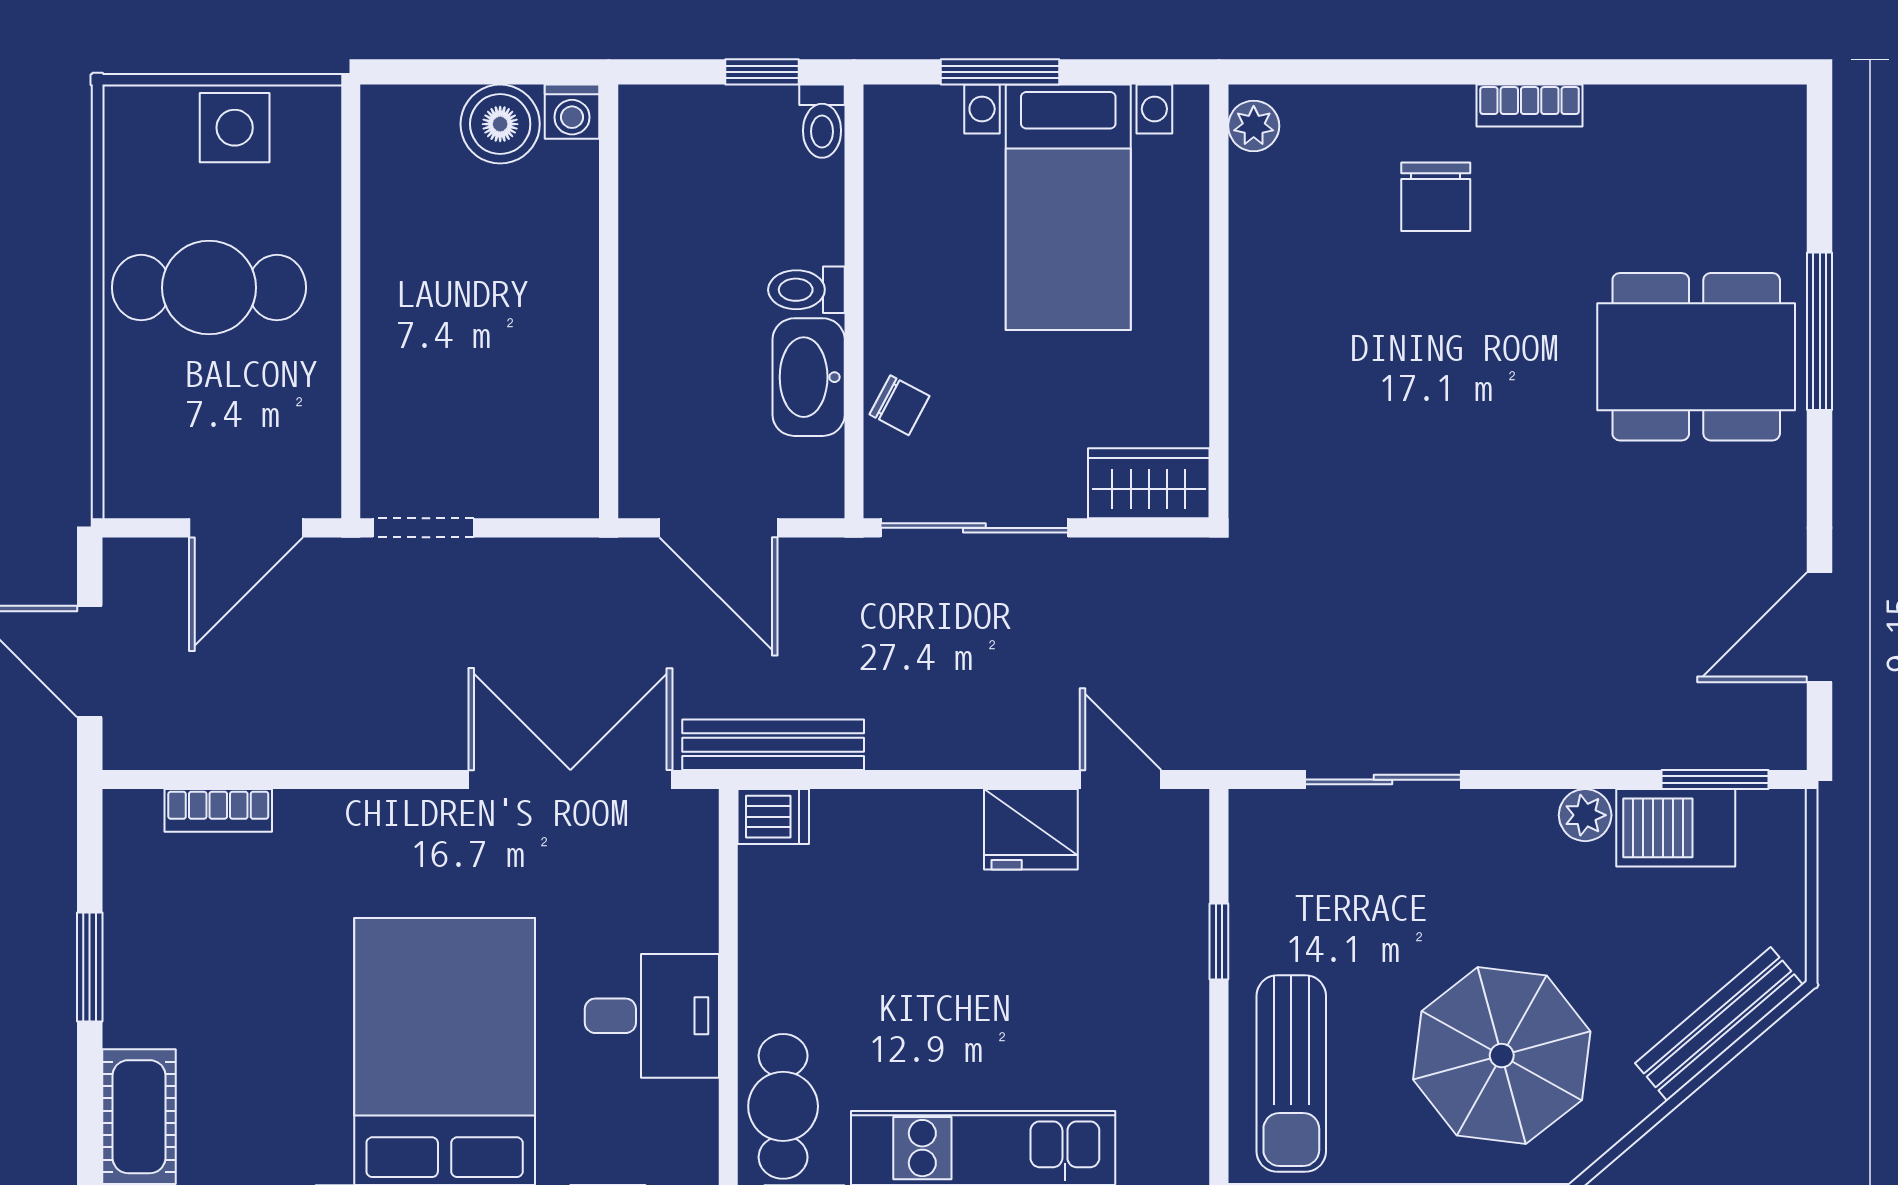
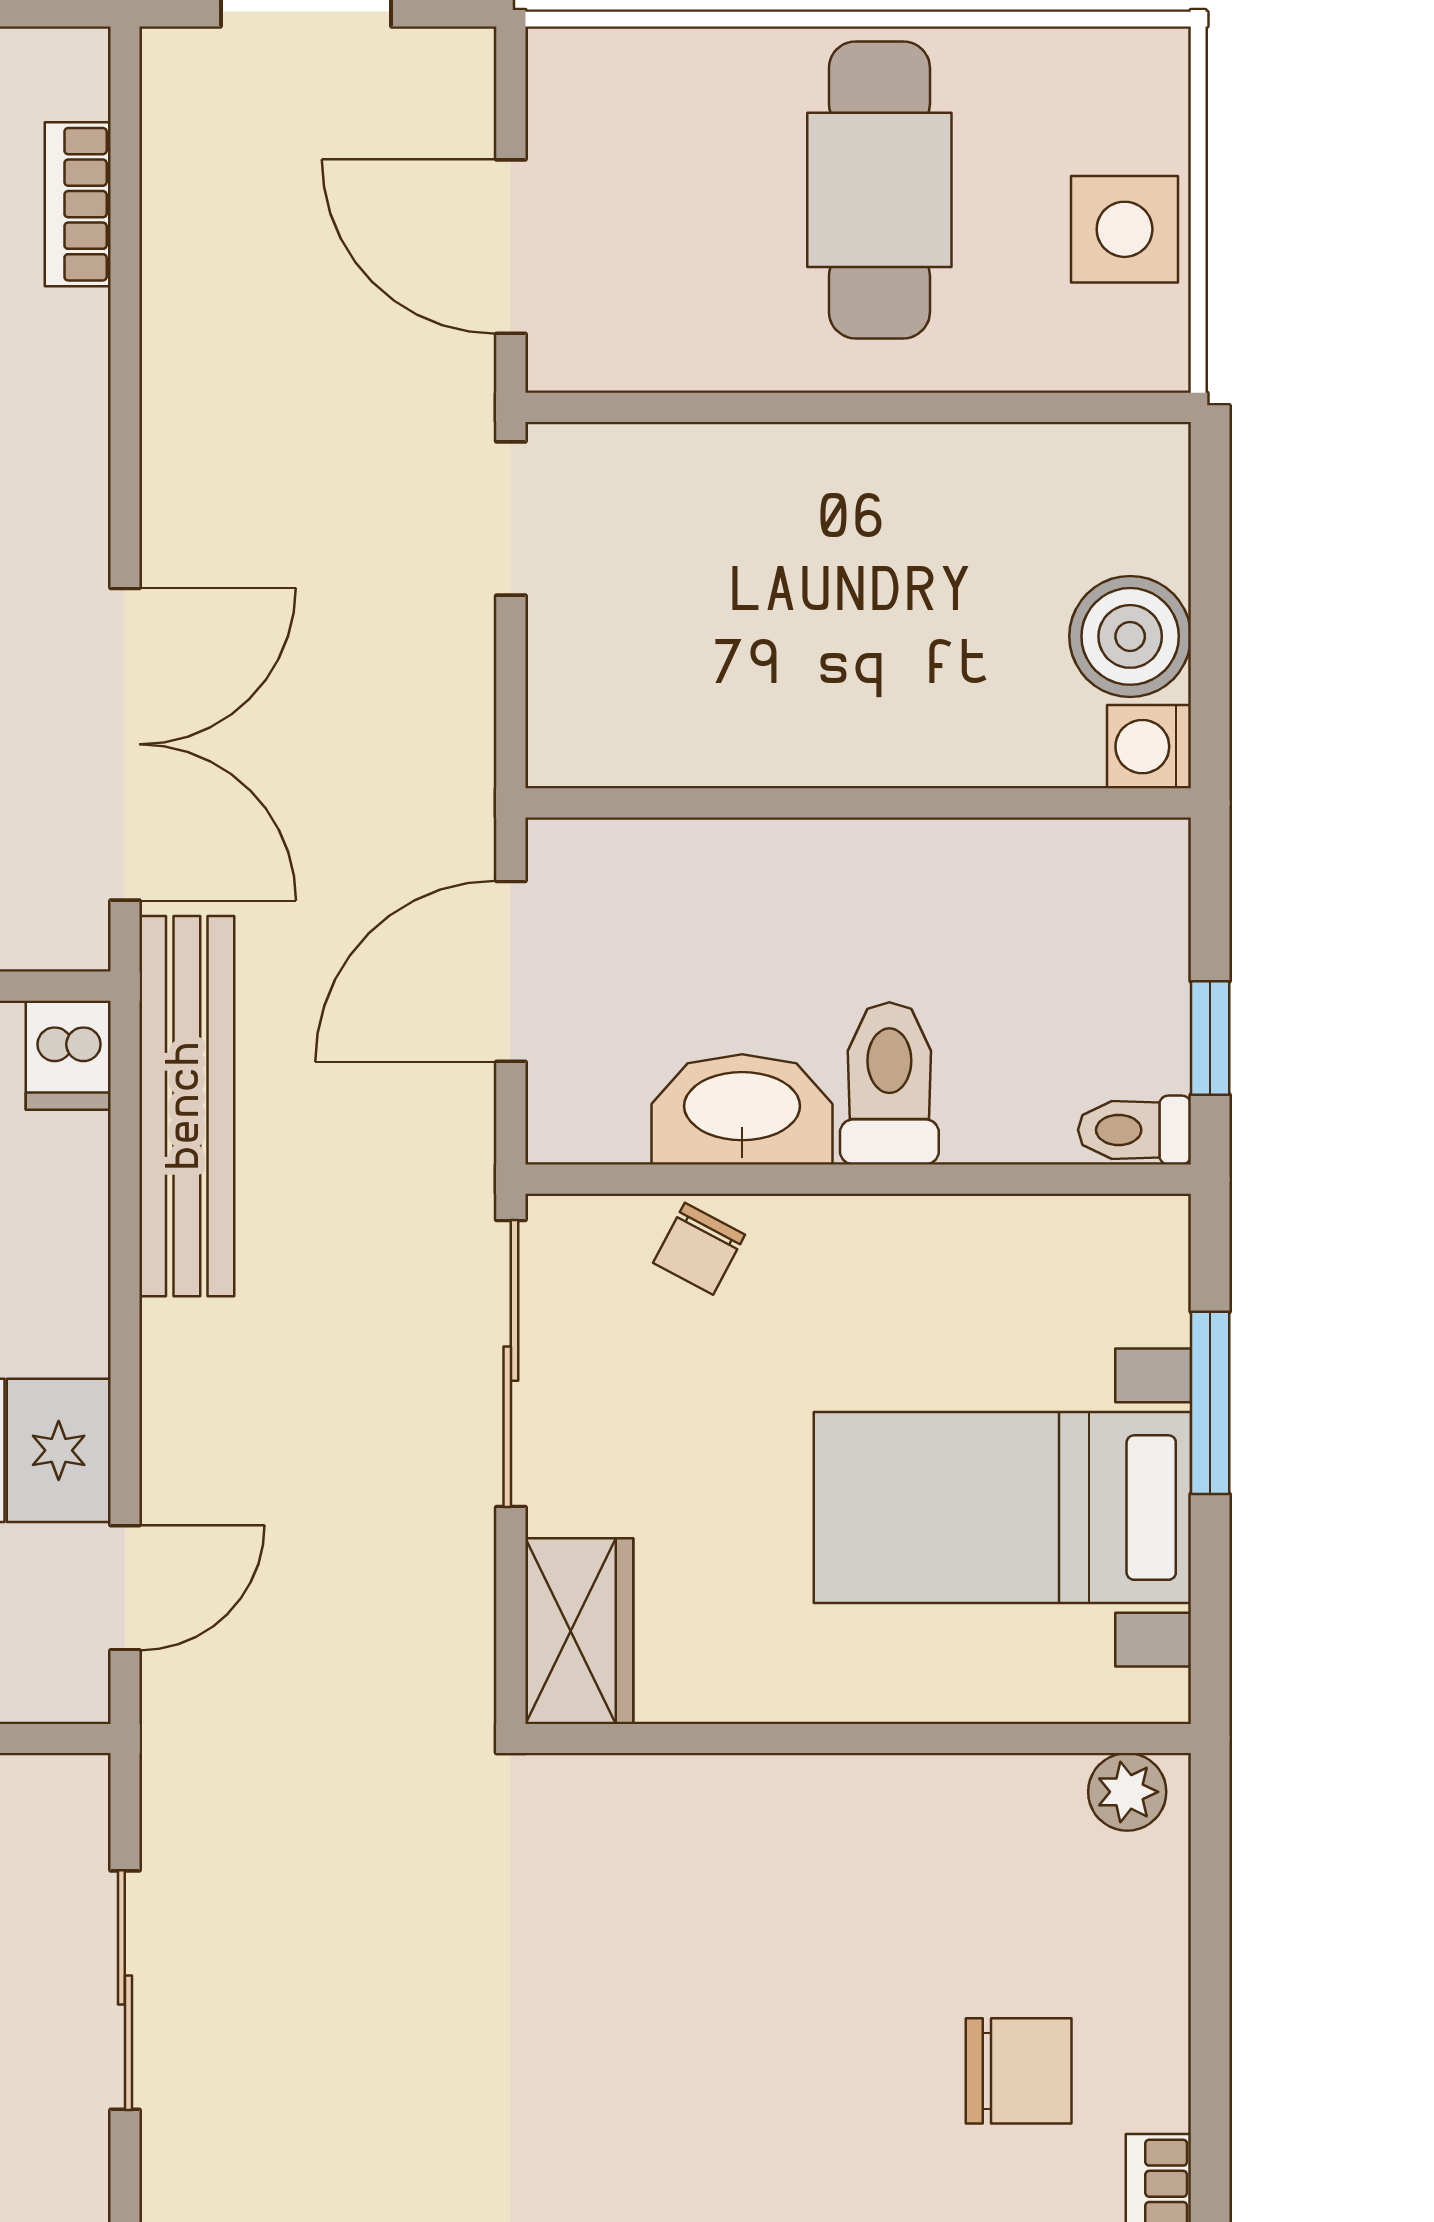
chair: (1436, 197) -> (1019, 2071), turned 180
toilet: (806, 290) -> (889, 1083), width x1.37, depth x1.39
bench: (773, 745) -> (187, 1106), width x1.37, depth x1.21

